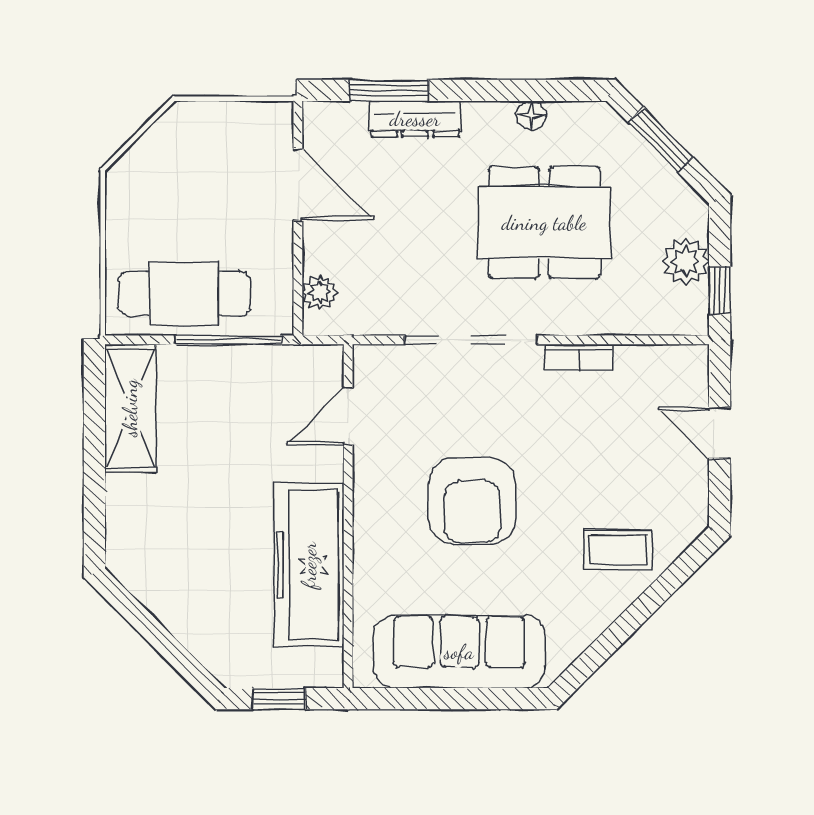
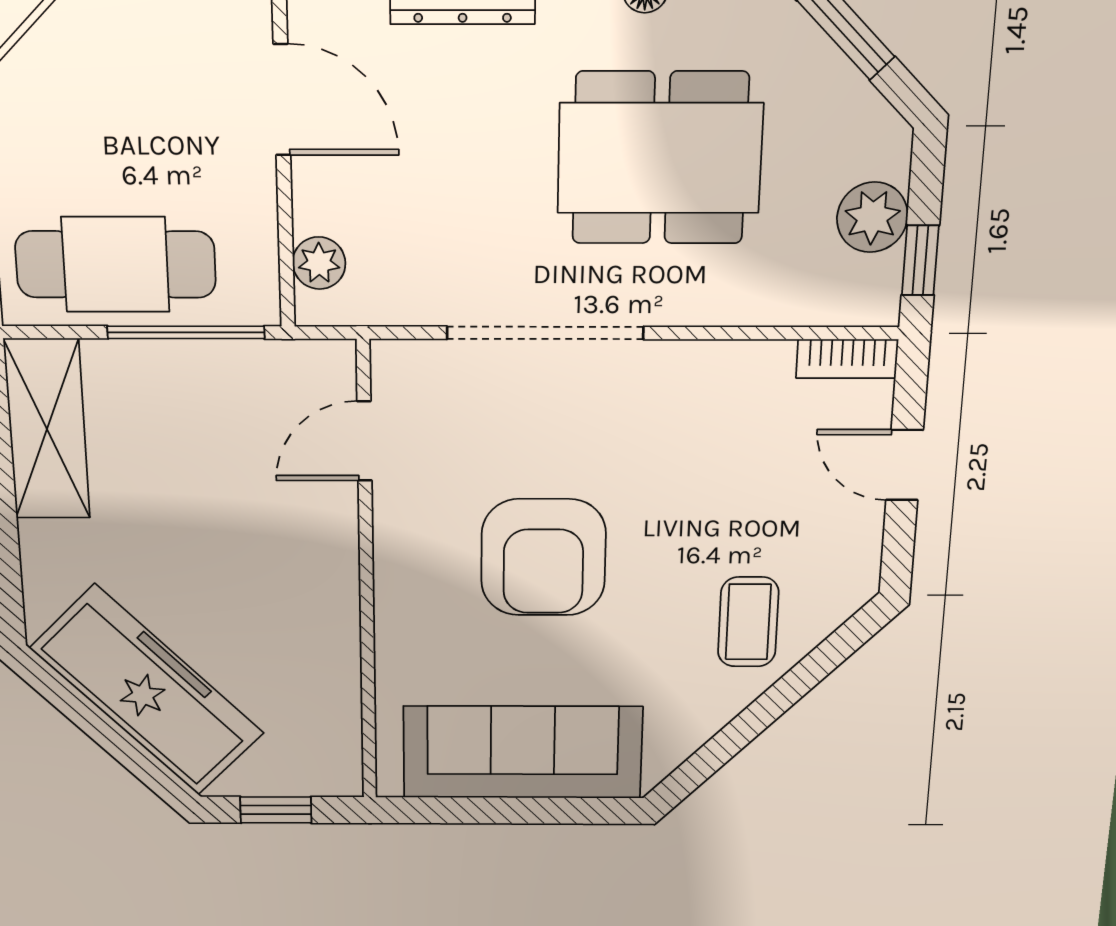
bookcase: (578, 358) -> (847, 359), moved
coffee table: (618, 549) -> (748, 622), turned 90
freezer: (309, 565) -> (147, 691), moved, turned 135

